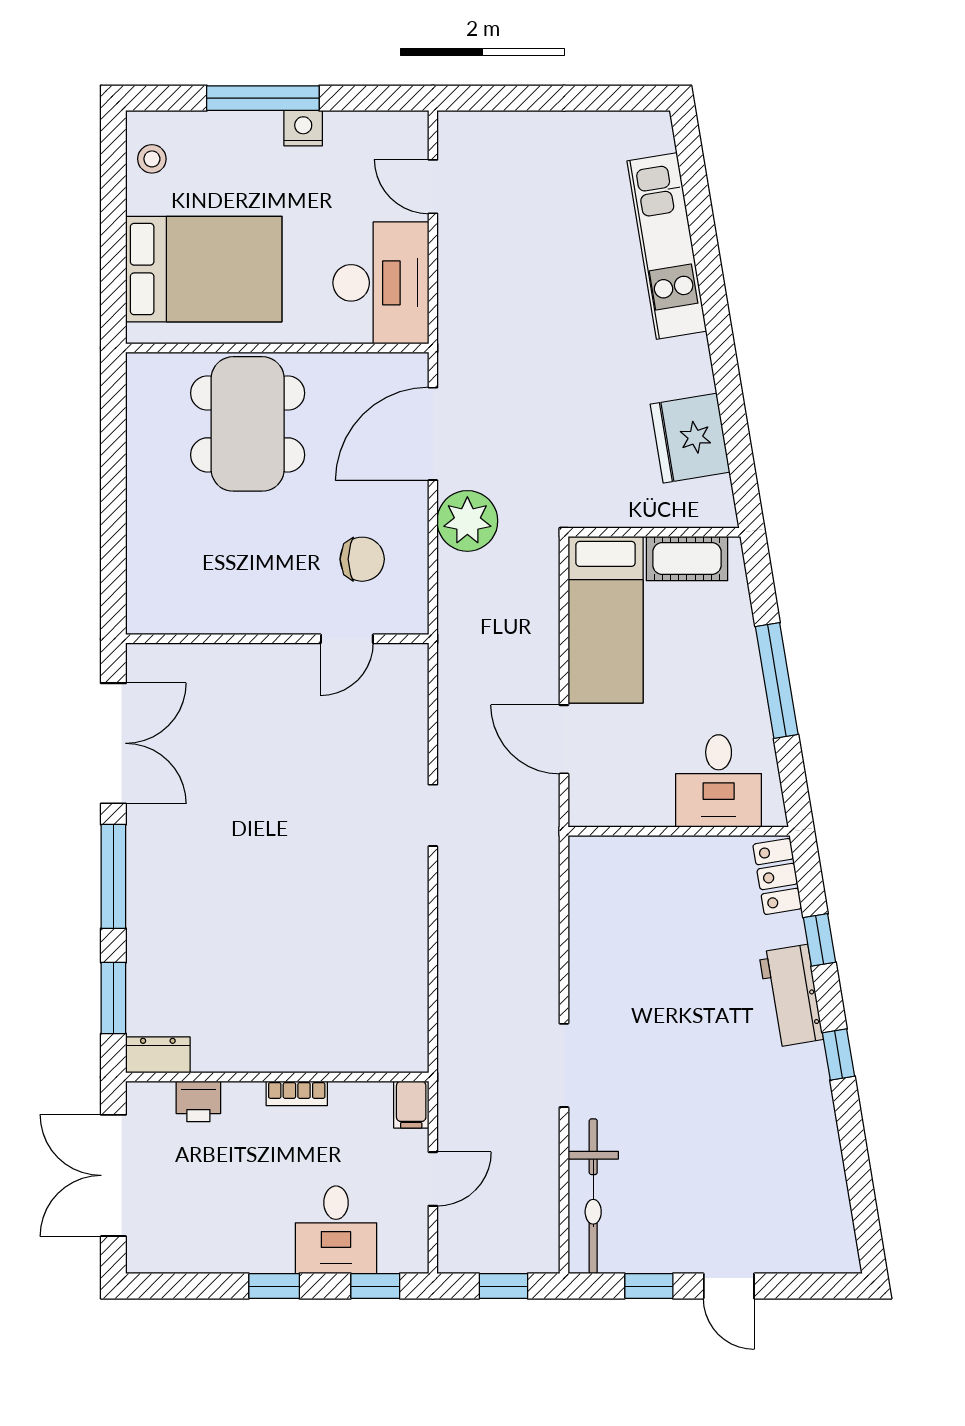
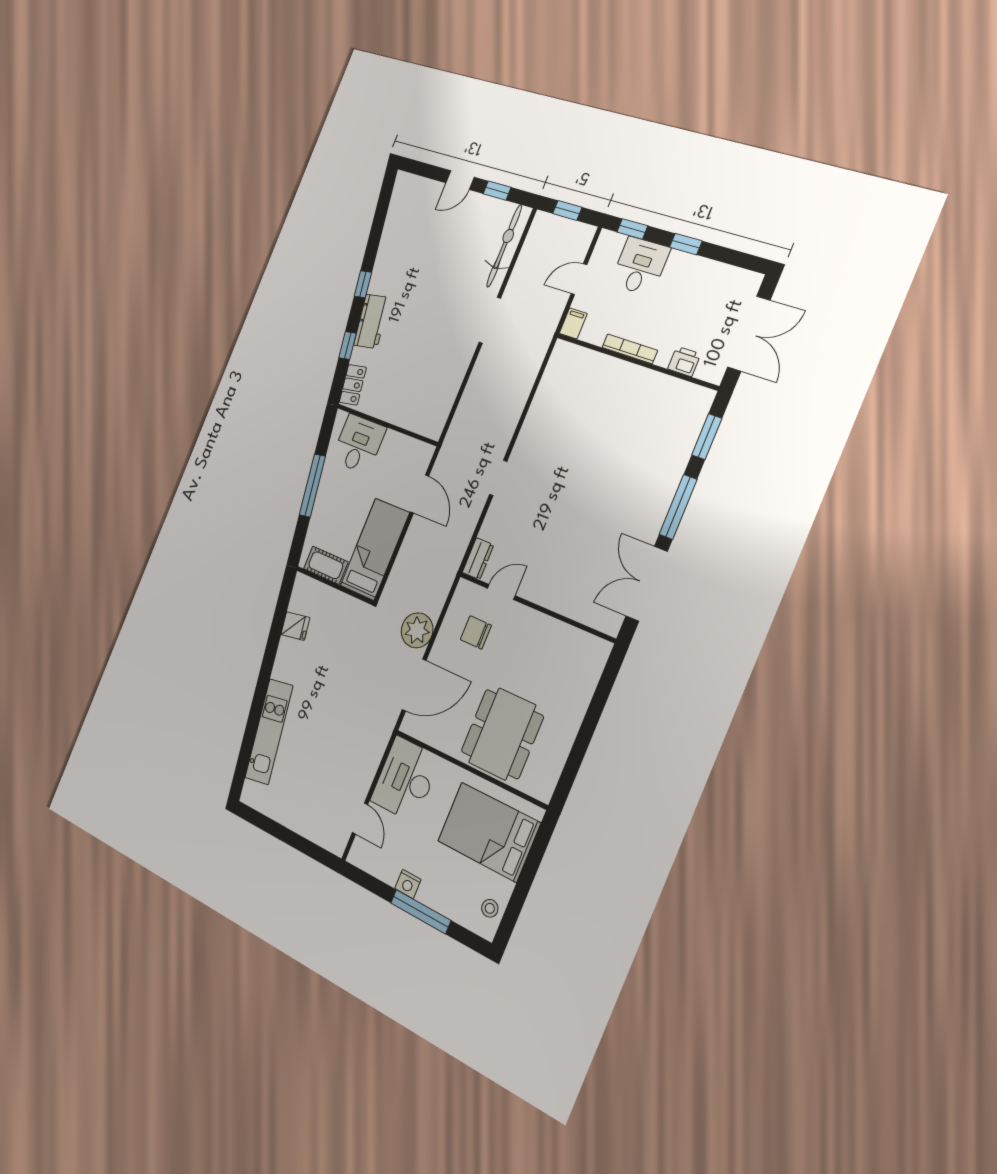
fridge: (690, 438) -> (295, 626), width x0.53, depth x0.75
dresser: (158, 1055) -> (478, 559), moved, turned -90
bookcase: (297, 1093) -> (630, 349), width x1.56
door: (729, 1286) -> (460, 180), swing flipped

